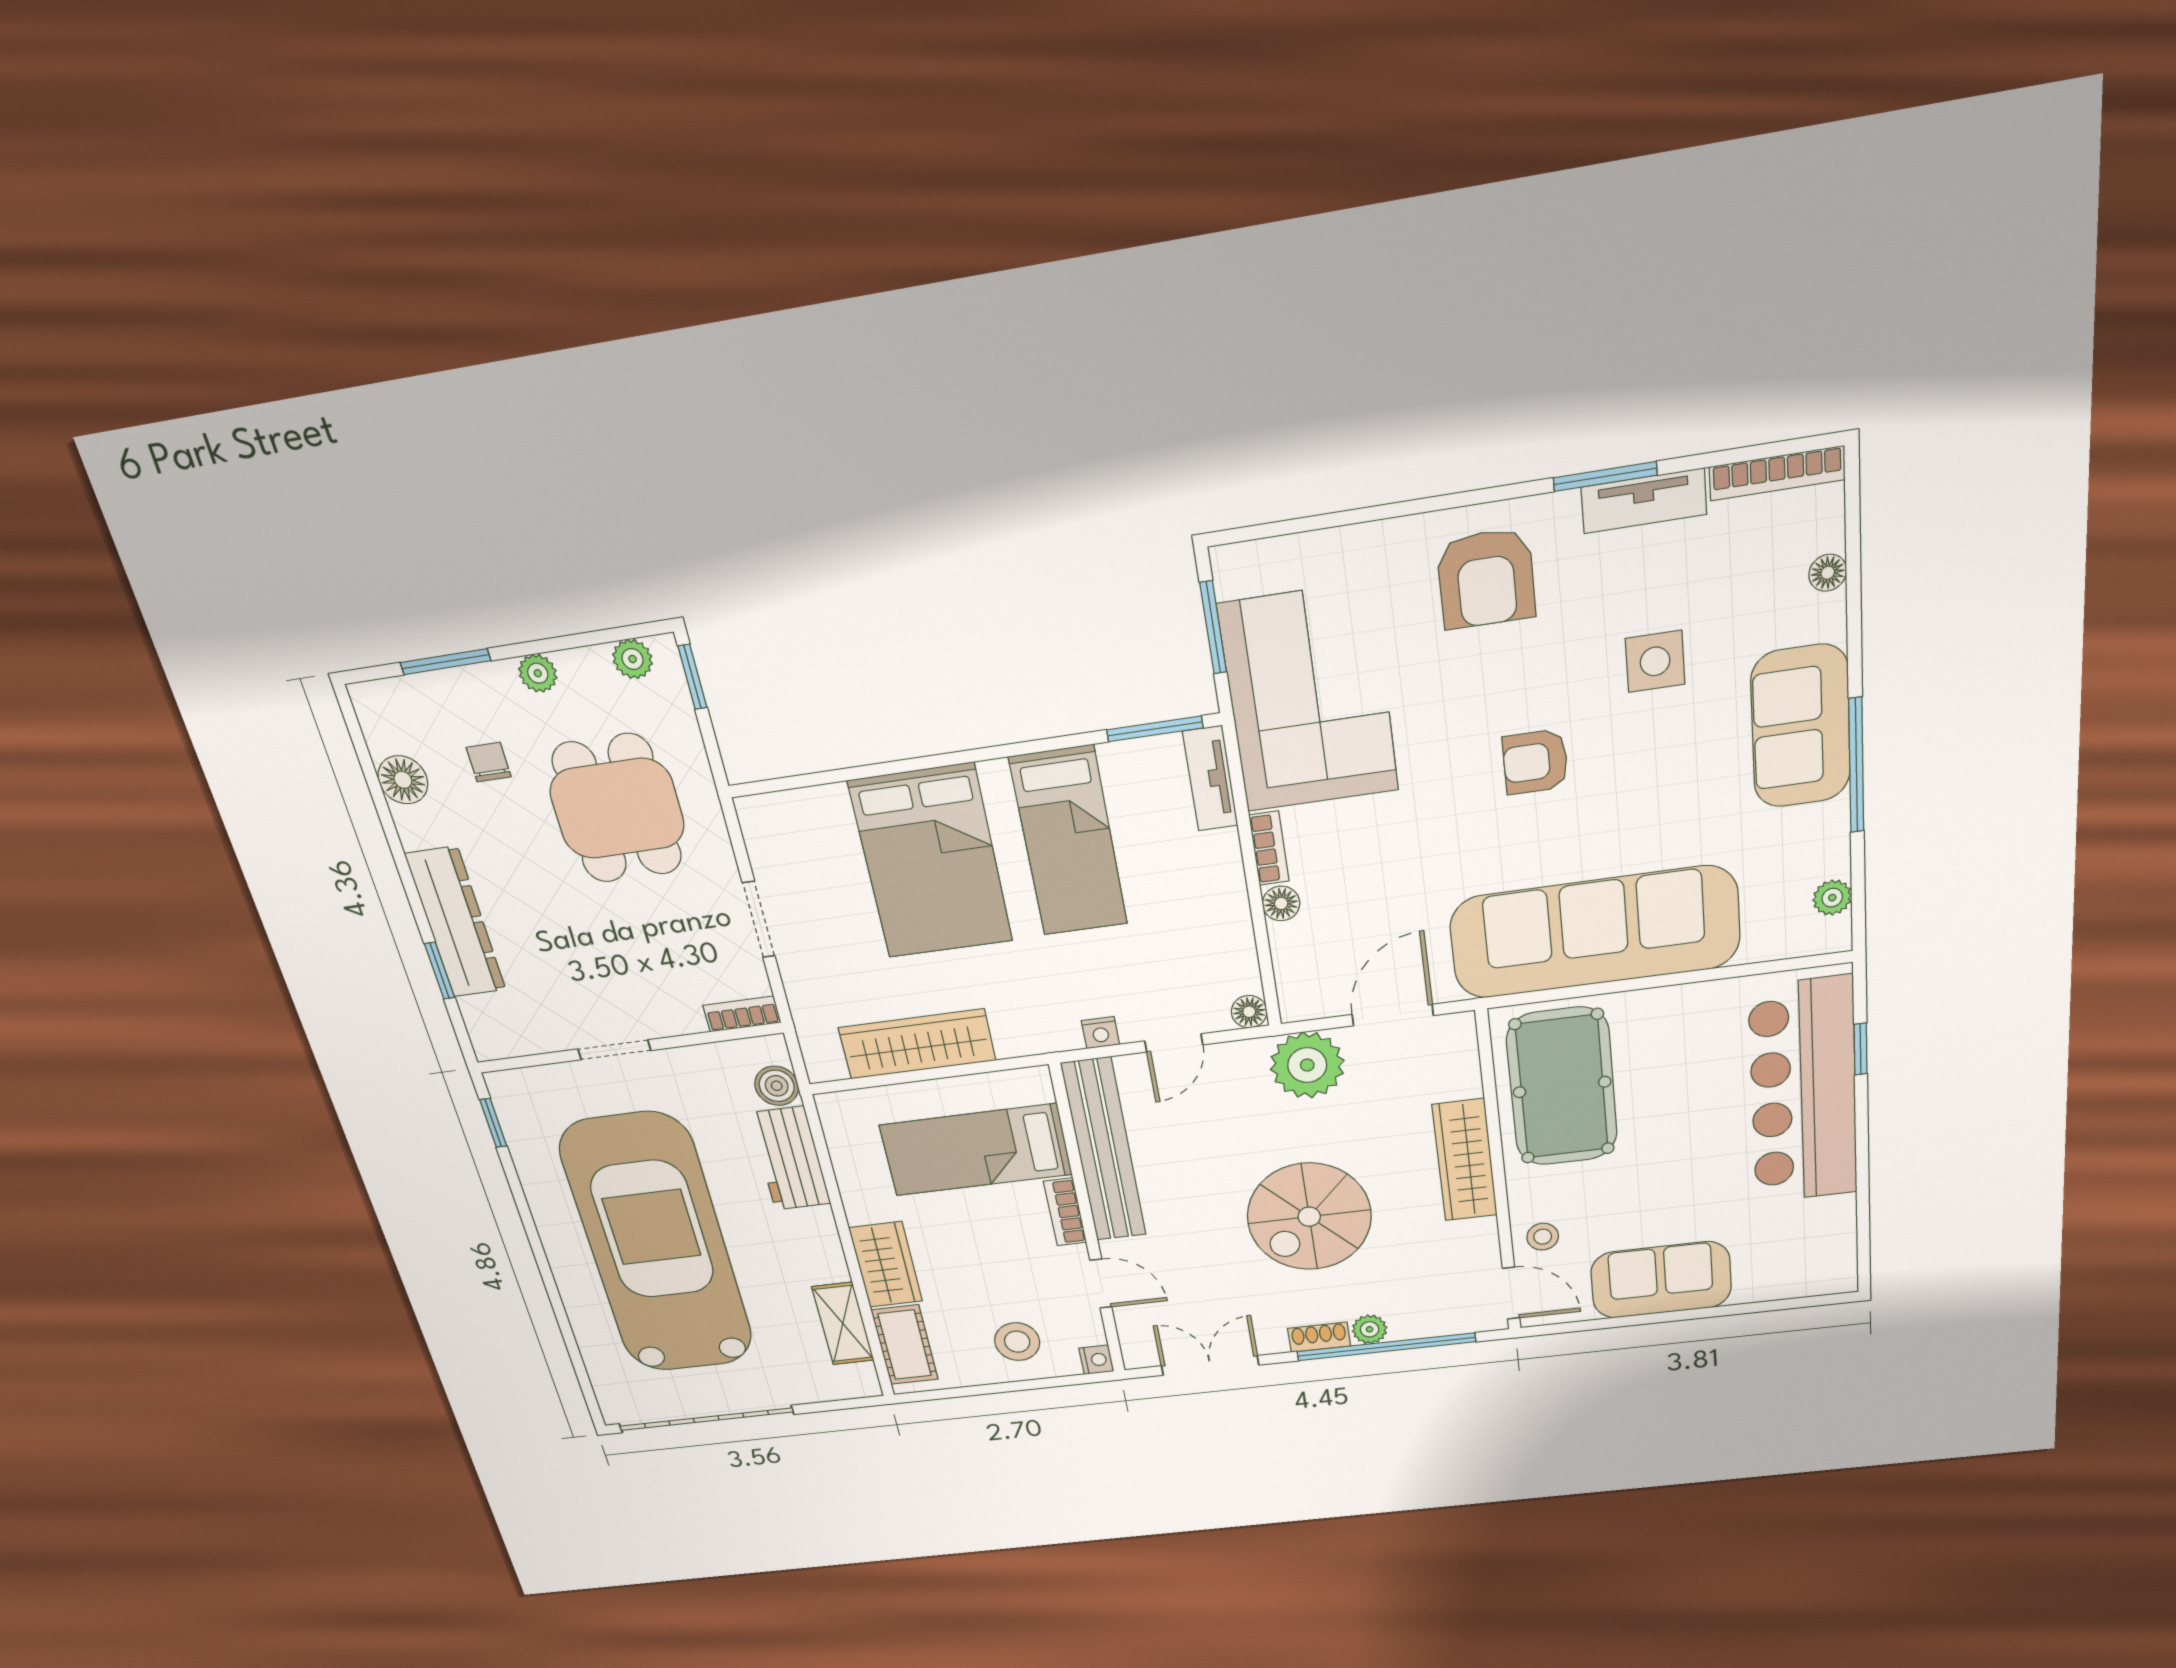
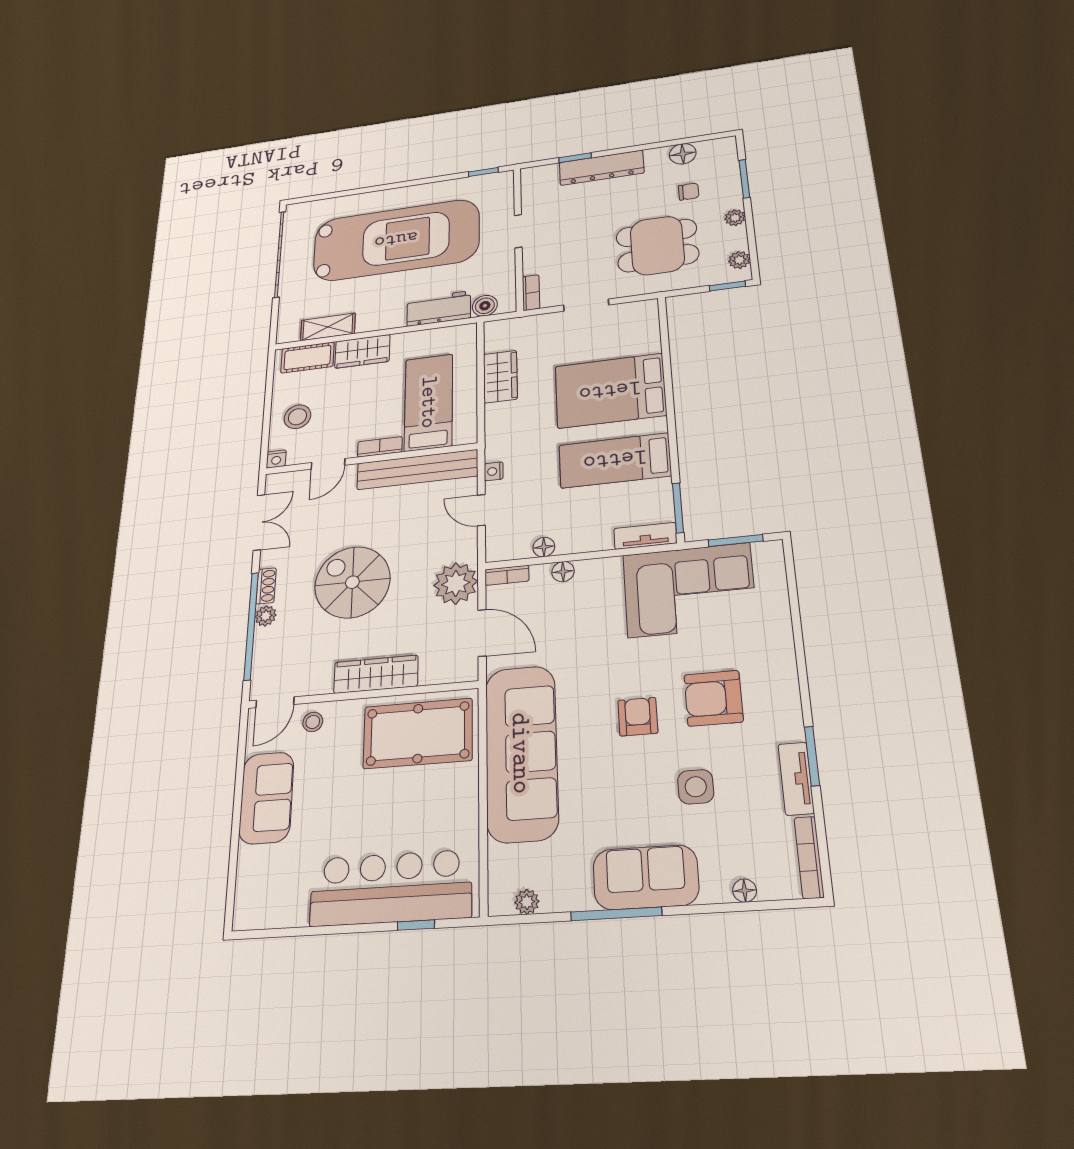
armchair: (1486, 579) -> (713, 698), moved
bookcase: (1269, 848) -> (507, 575), moved
floor lamp: (1249, 1012) -> (544, 547), moved
wardrobe: (917, 1044) -> (500, 377), width x0.67

